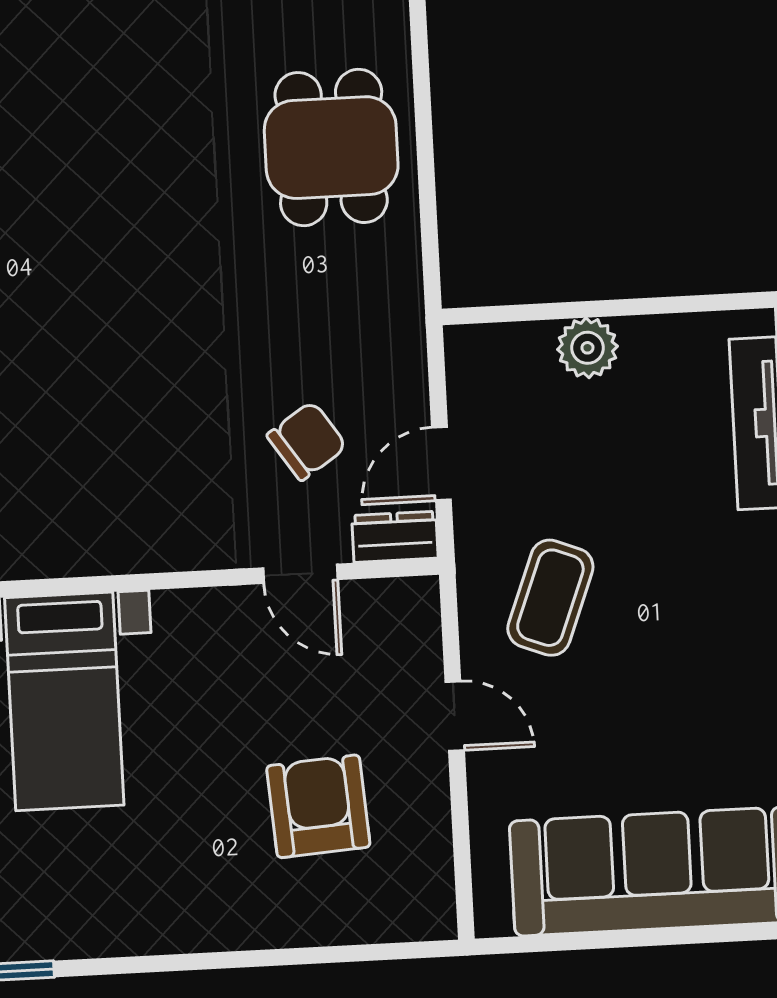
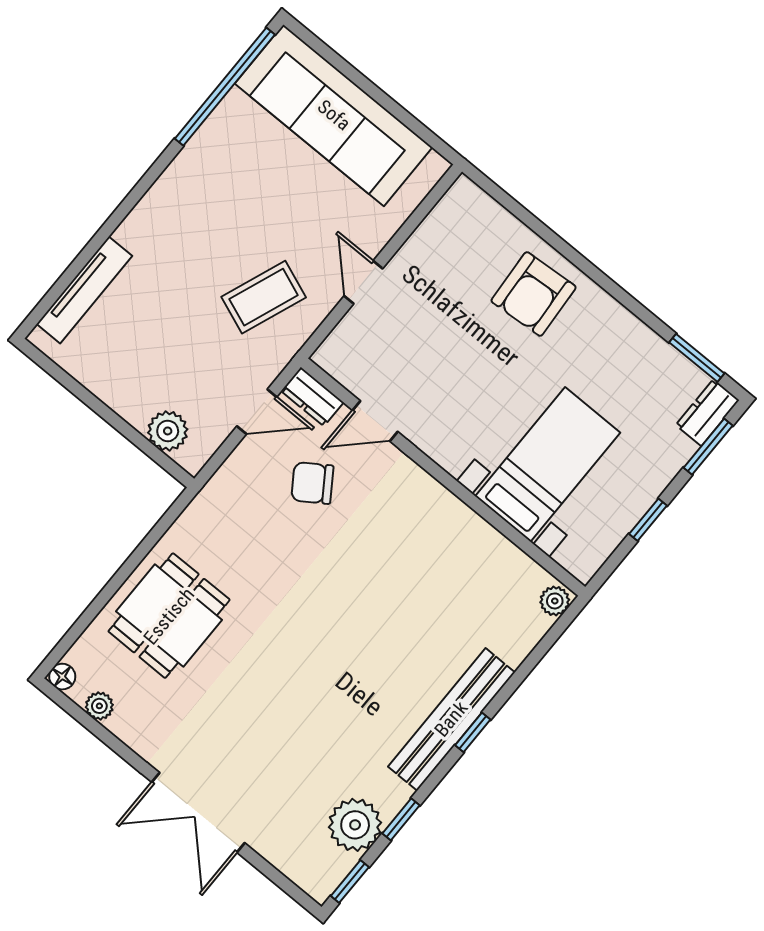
plant: (587, 348) -> (168, 431), moved
door: (300, 574) -> (375, 421), swing flipped
armchair: (318, 806) -> (534, 294), moved

